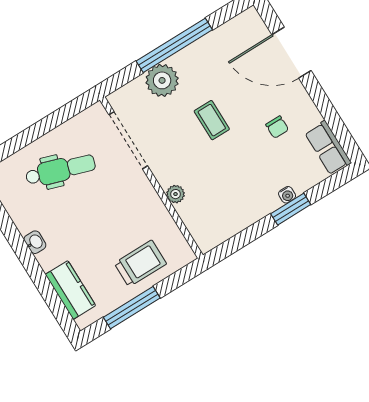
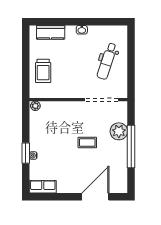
chair: (277, 127) -> (66, 170), removed
plant: (175, 194) -> (35, 106), moved
window: (132, 308) -> (26, 55), removed

